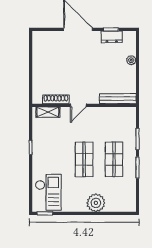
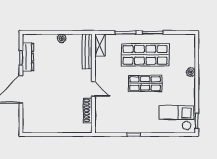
dresser: (112, 37) -> (28, 57), width x1.44
plant: (131, 60) -> (62, 38), moved
shelving: (48, 112) -> (100, 45), moved
shop shelf: (114, 159) -> (145, 55), width x1.43, depth x1.36
plant: (96, 203) -> (191, 72), width x0.53, depth x0.53

